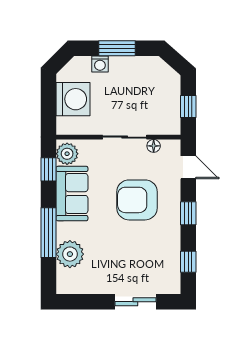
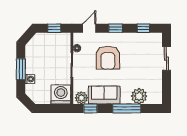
washing machine: (73, 99) -> (61, 94), moved

